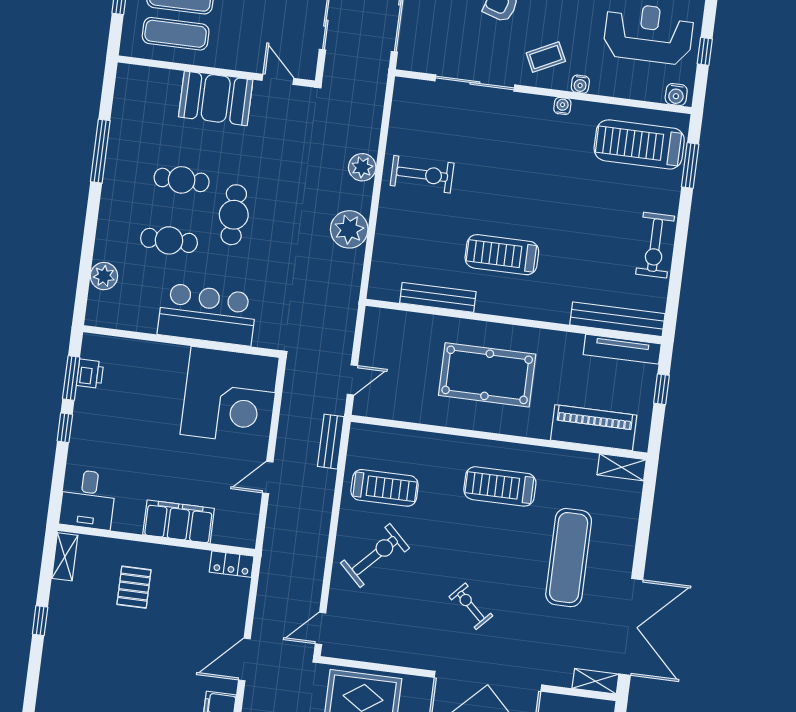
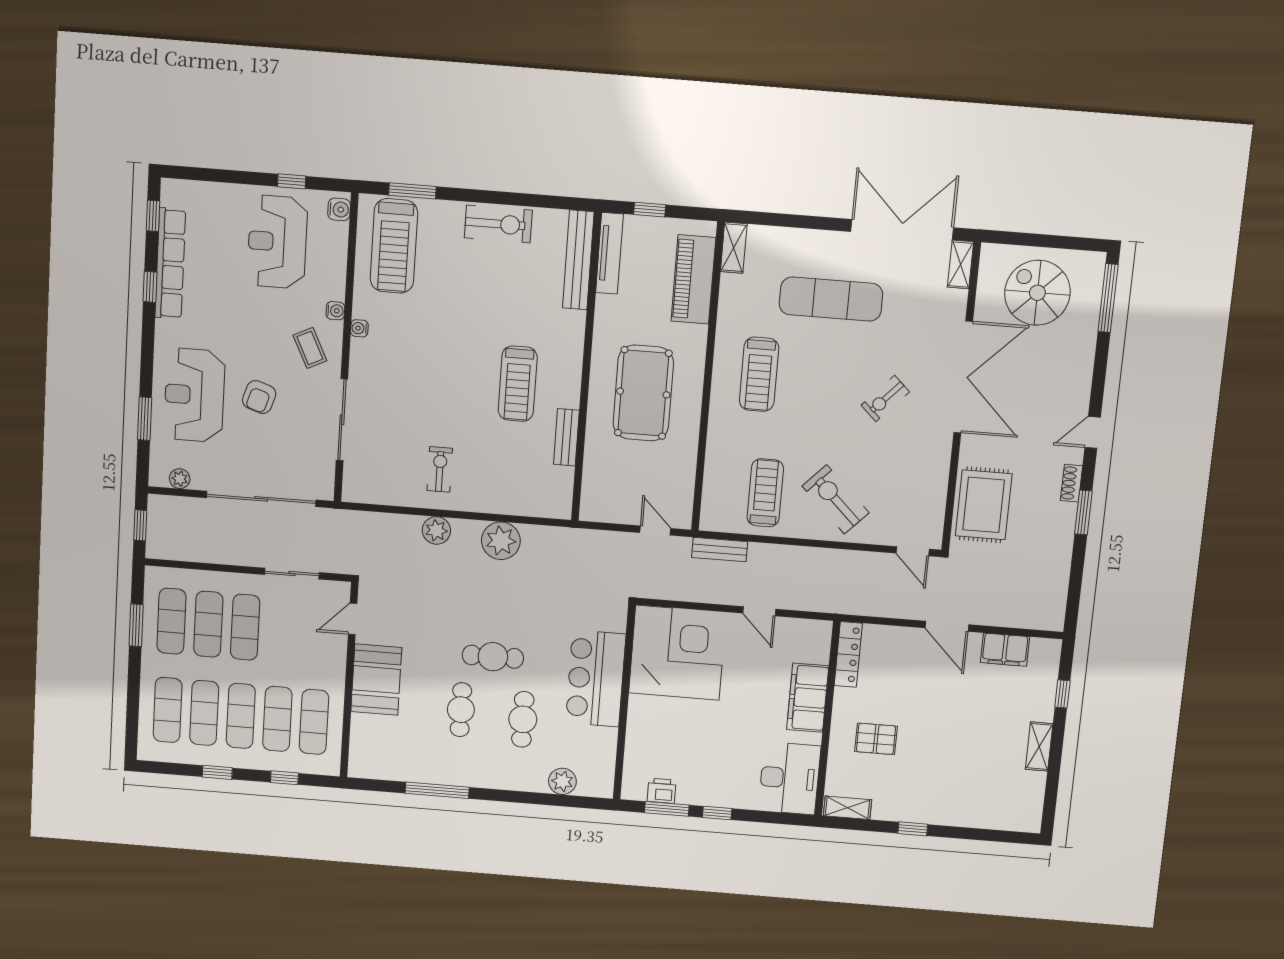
exercise bike: (422, 174) -> (440, 469), width x0.73, depth x0.72
bench: (438, 297) -> (566, 437), width x0.73
desk: (88, 499) -> (789, 778), width x1.37
locker: (232, 564) -> (848, 654), width x1.53

